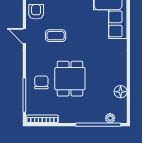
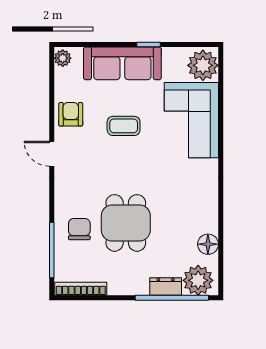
coffee table: (56, 36) -> (124, 126), moved
dresser: (94, 118) -> (166, 287), added
plant: (110, 118) -> (198, 280), width x1.87, depth x1.87

